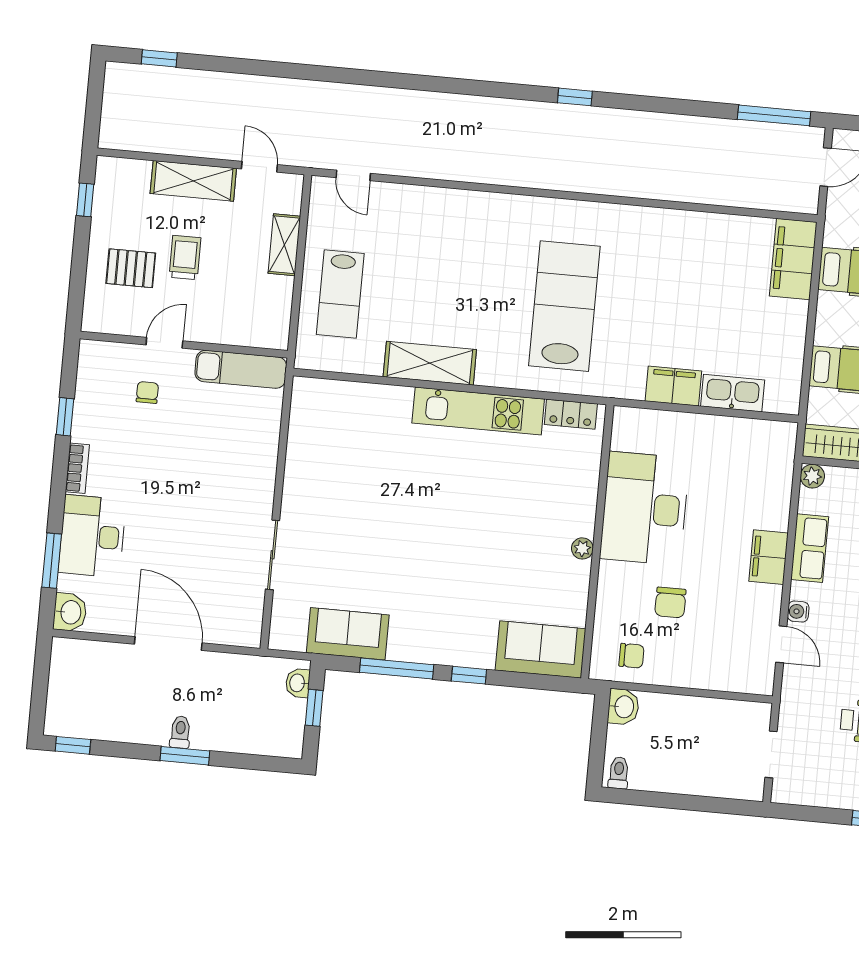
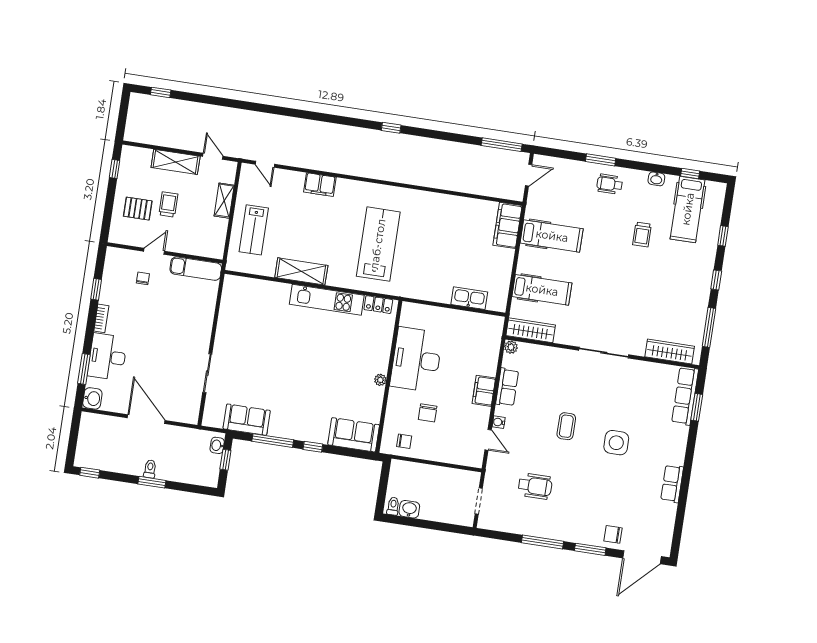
filing cabinet: (673, 386) -> (320, 185), moved, turned 180
washbasin: (623, 707) -> (409, 509), moved, turned -90

